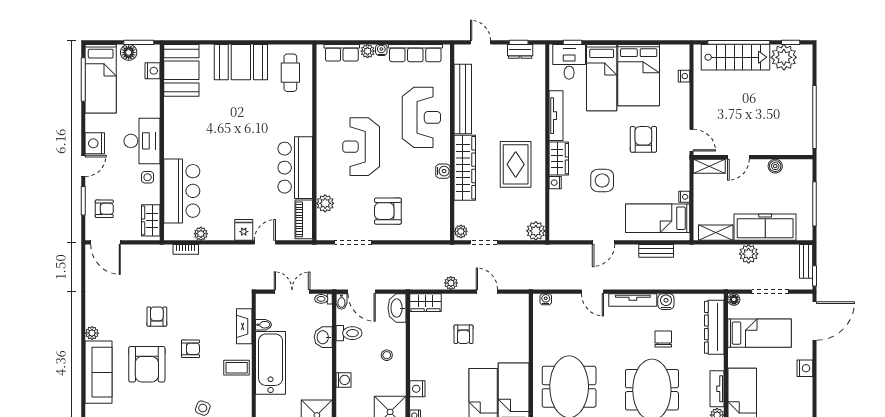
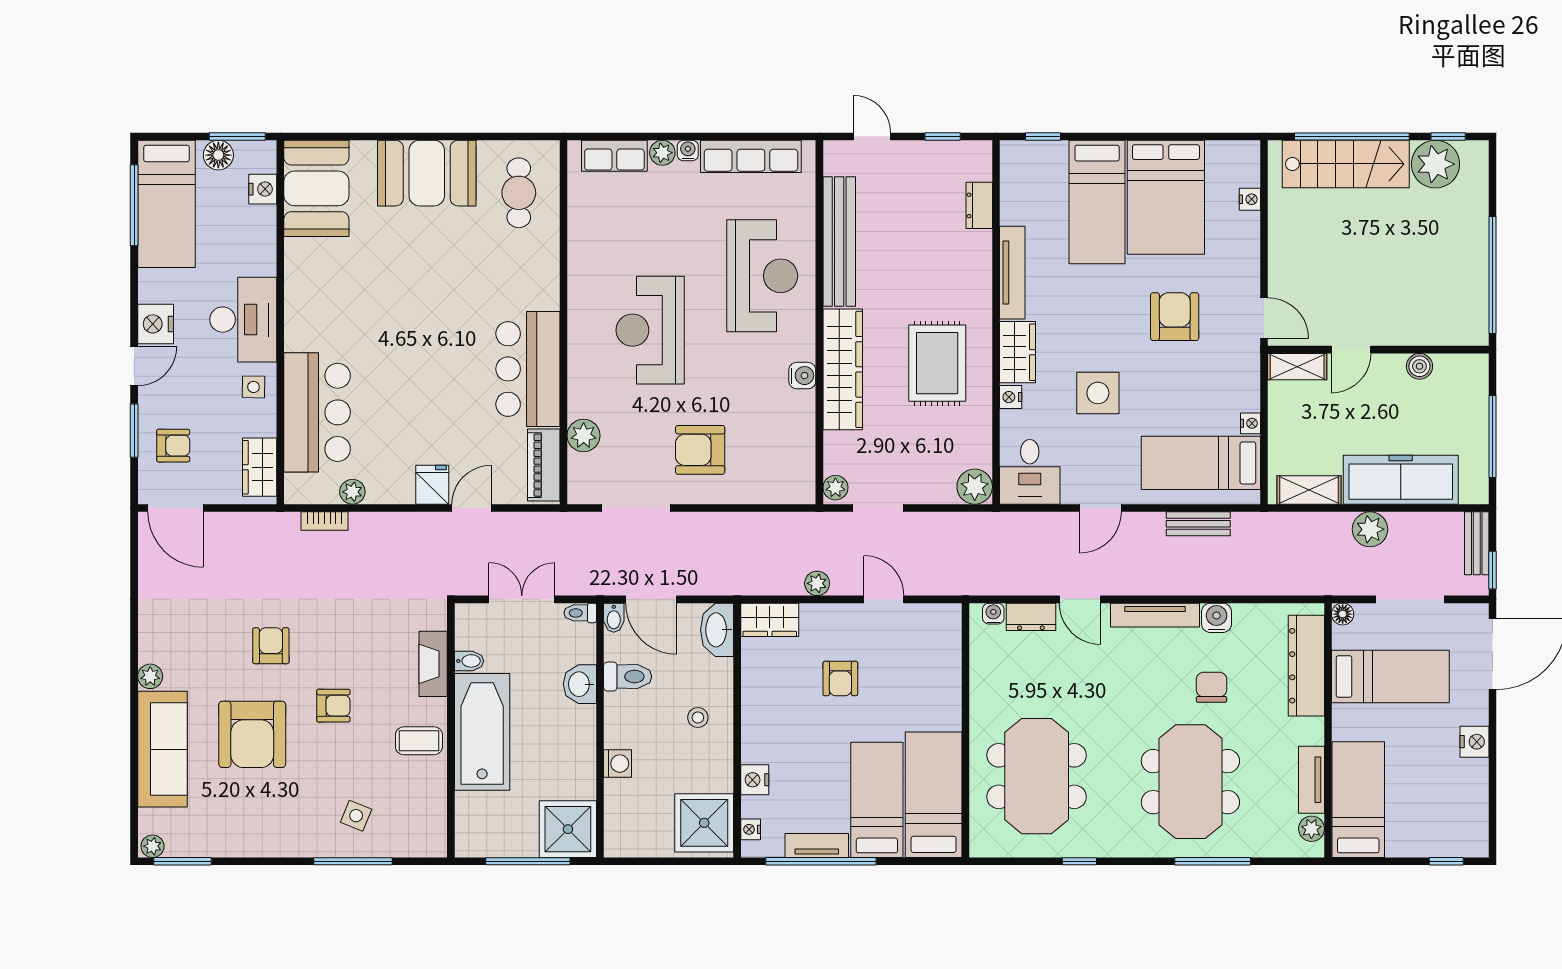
dresser: (520, 51) -> (979, 205), moved, turned 90
desk: (569, 62) -> (1030, 472), moved, turned 180
dresser: (566, 301) -> (1031, 617), added

